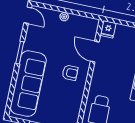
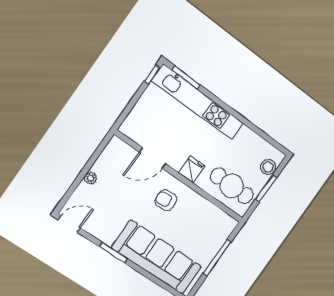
fridge: (108, 29) -> (192, 169), moved, turned -90
armchair: (70, 73) -> (166, 200), turned -95

